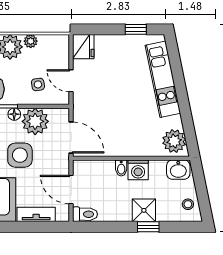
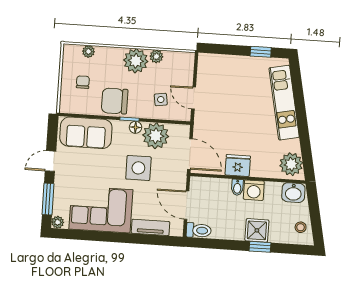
fridge: (83, 47) -> (238, 166), moved, turned -90

